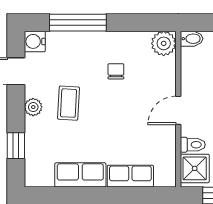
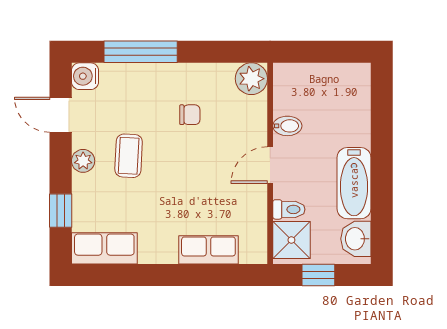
bidet: (192, 39) -> (287, 126), moved
chair: (116, 71) -> (190, 115), turned 90
row of seats: (80, 175) -> (104, 248), moved

